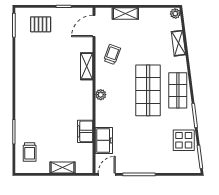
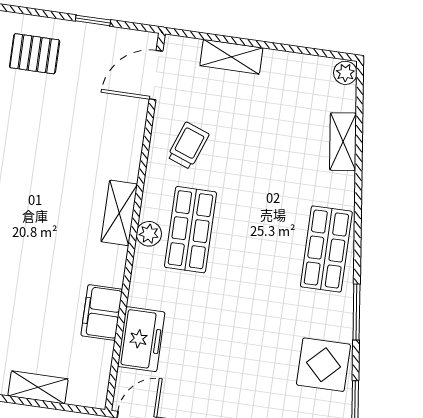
shelving: (87, 66) -> (119, 213), moved
shop shelf: (148, 90) -> (190, 230), moved, width x0.70, depth x0.74

